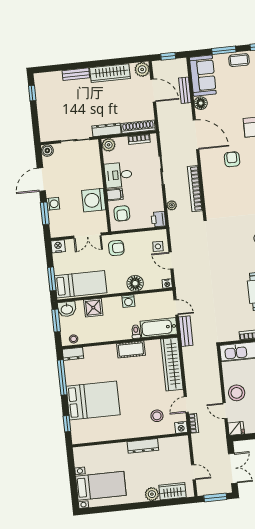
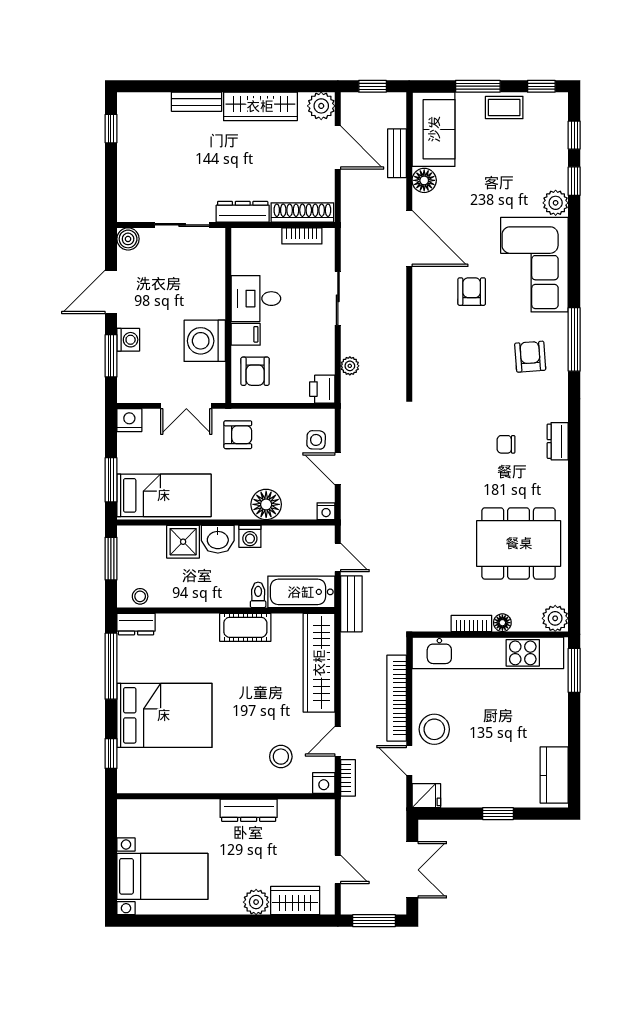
plant: (109, 145) -> (244, 240), removed
bookcase: (195, 189) -> (397, 698), moved
washbasin: (67, 309) -> (218, 539), moved

